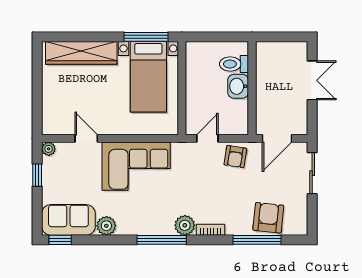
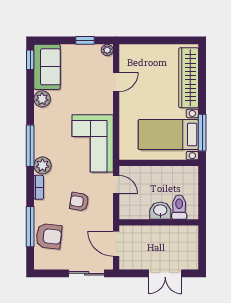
armchair: (235, 157) -> (79, 202), moved
corner sofa: (136, 166) -> (93, 143), moved

